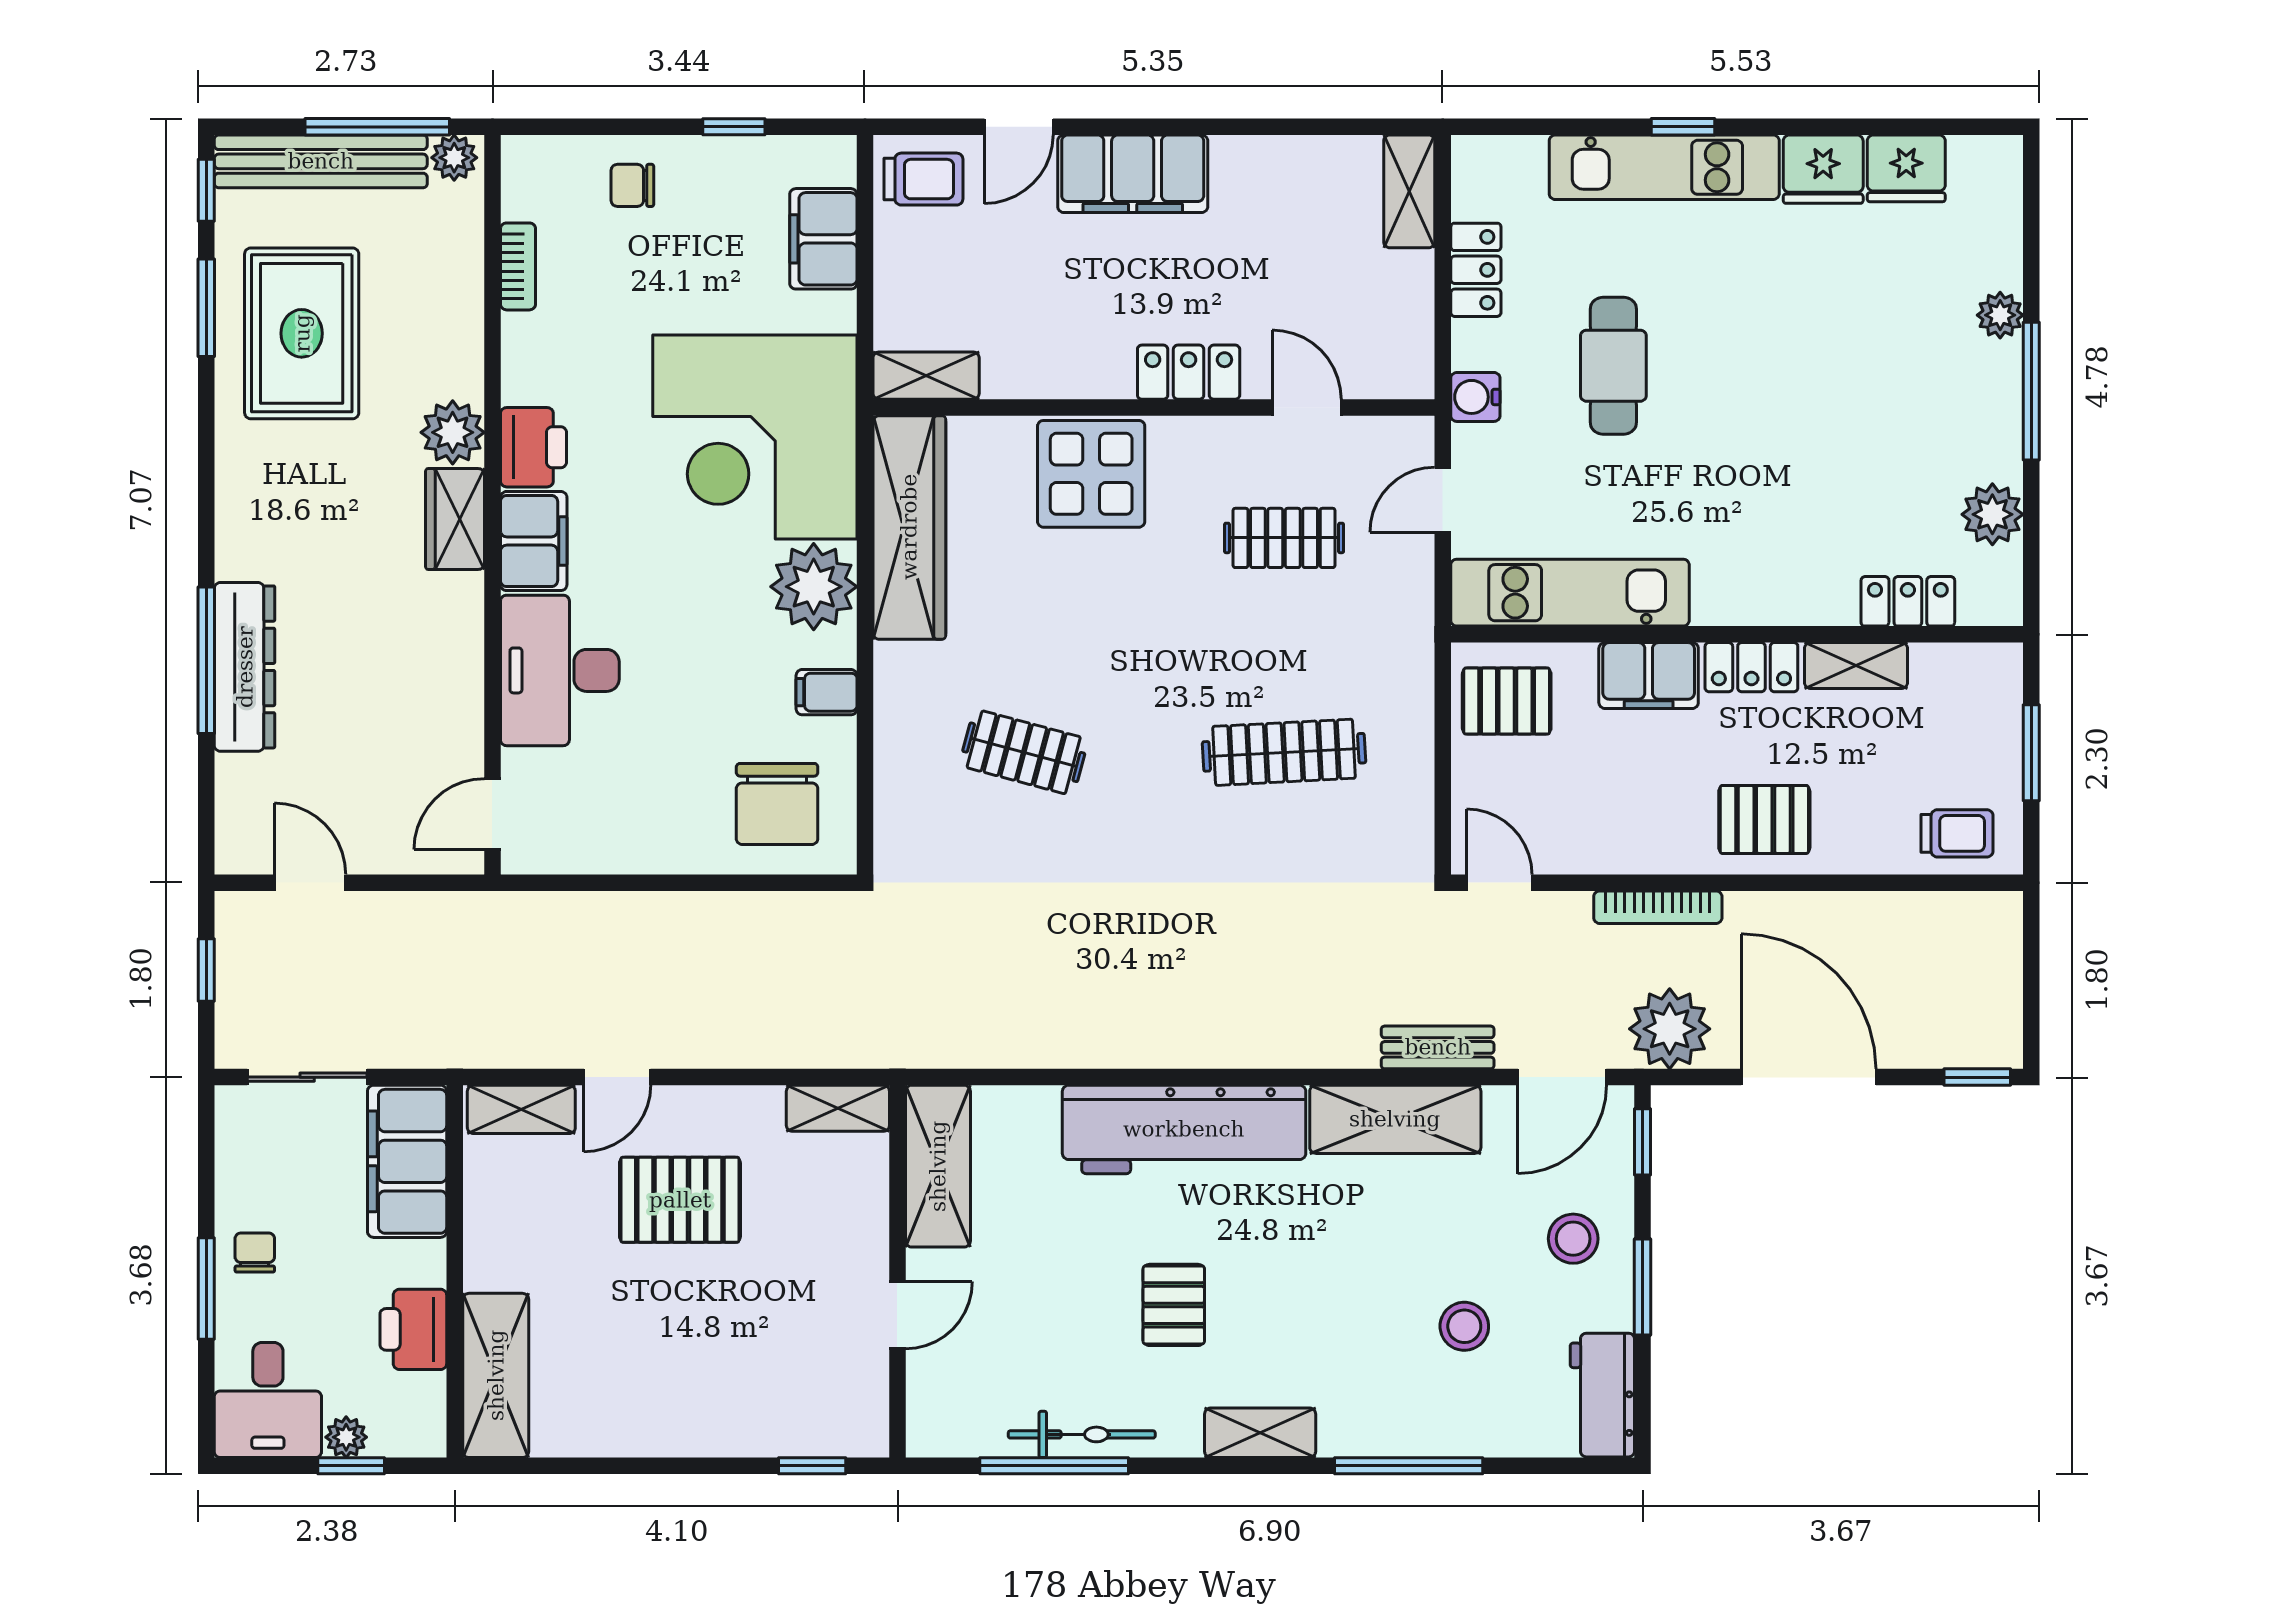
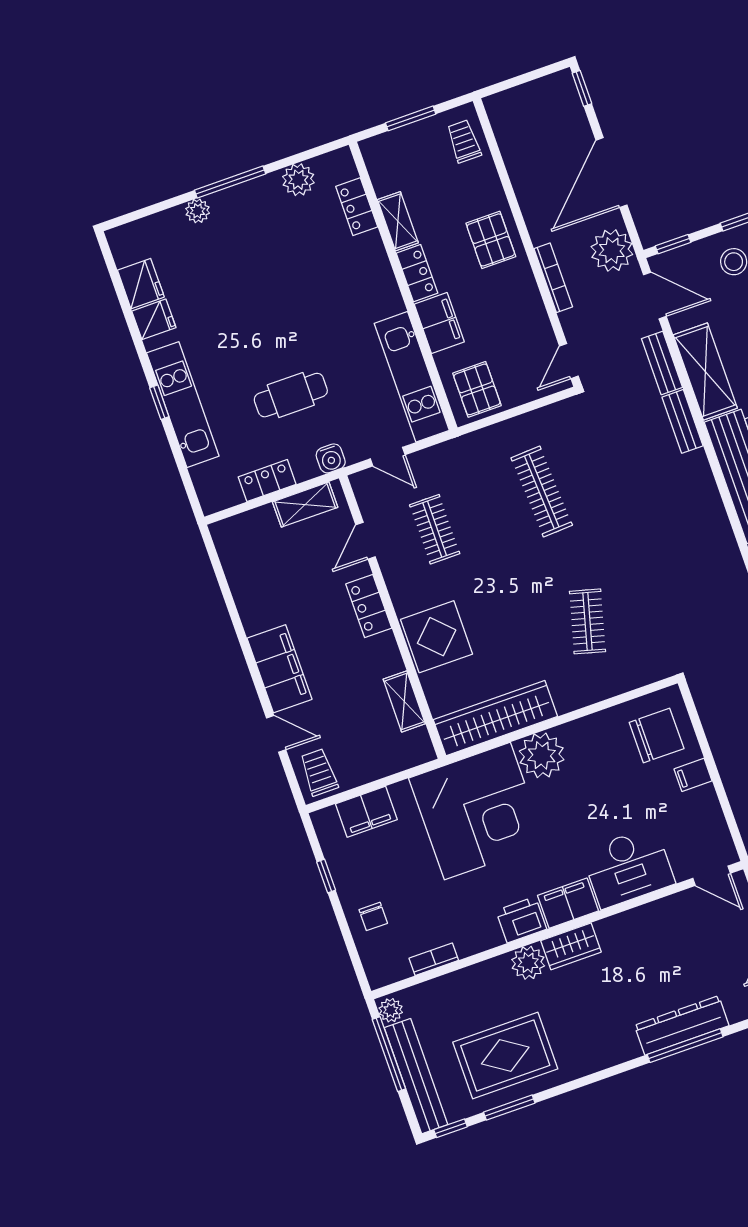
fridge: (1823, 169) -> (154, 319), width x0.72
shelving: (1409, 191) -> (305, 505), moved
shelving: (926, 376) -> (404, 701), moved
filing cabinet: (827, 692) -> (693, 775), moved, turned 90
bench: (1321, 1047) -> (683, 421), added

